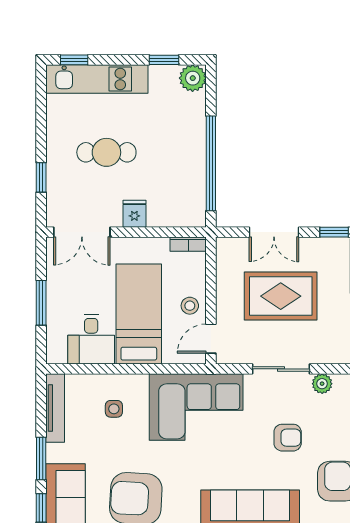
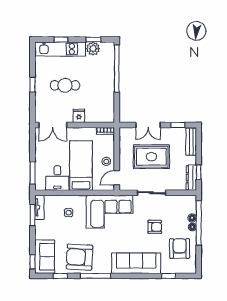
window: (74, 60) -> (61, 40), moved
plant: (193, 78) -> (93, 49), moved
window: (211, 163) -> (117, 69), moved
window: (41, 177) -> (32, 85), moved
window: (41, 303) -> (32, 173), moved
plant: (322, 384) -> (172, 200), removed
tv unit: (55, 408) -> (39, 207), width x0.71
window: (41, 459) -> (32, 215), moved

